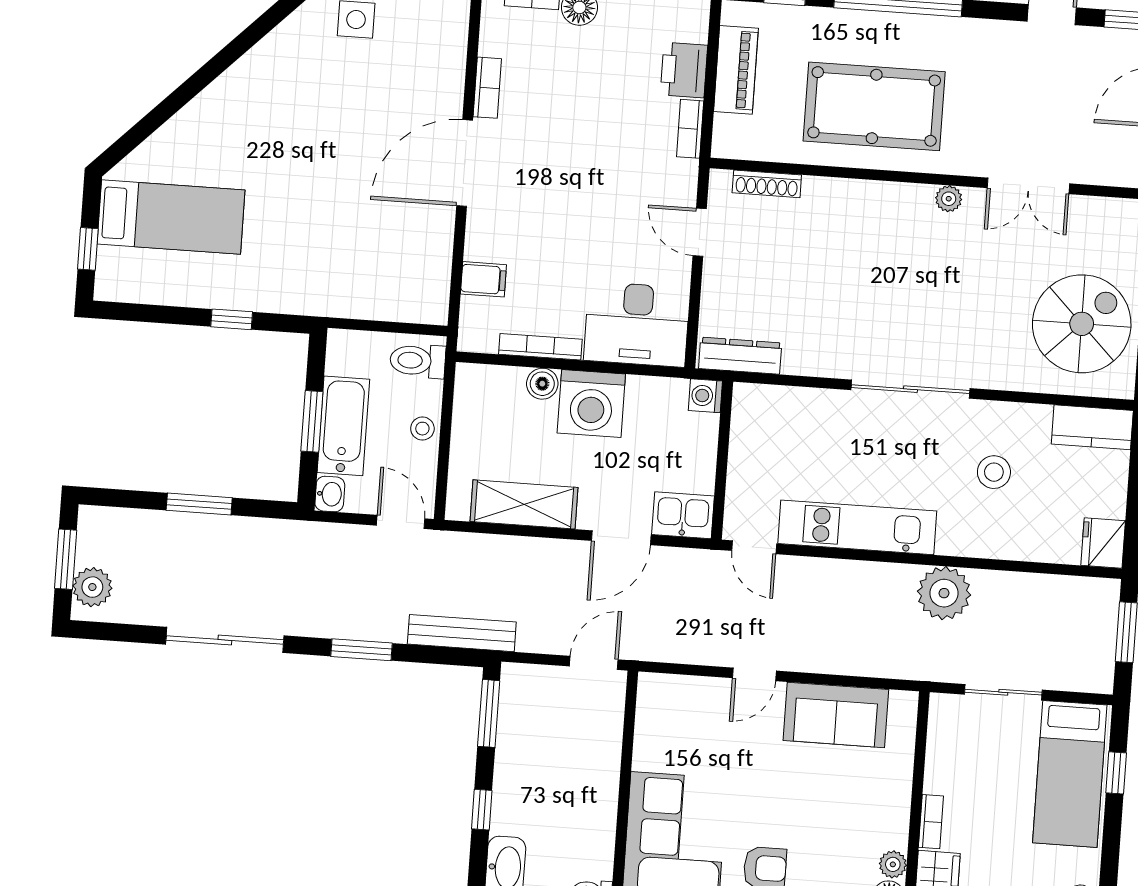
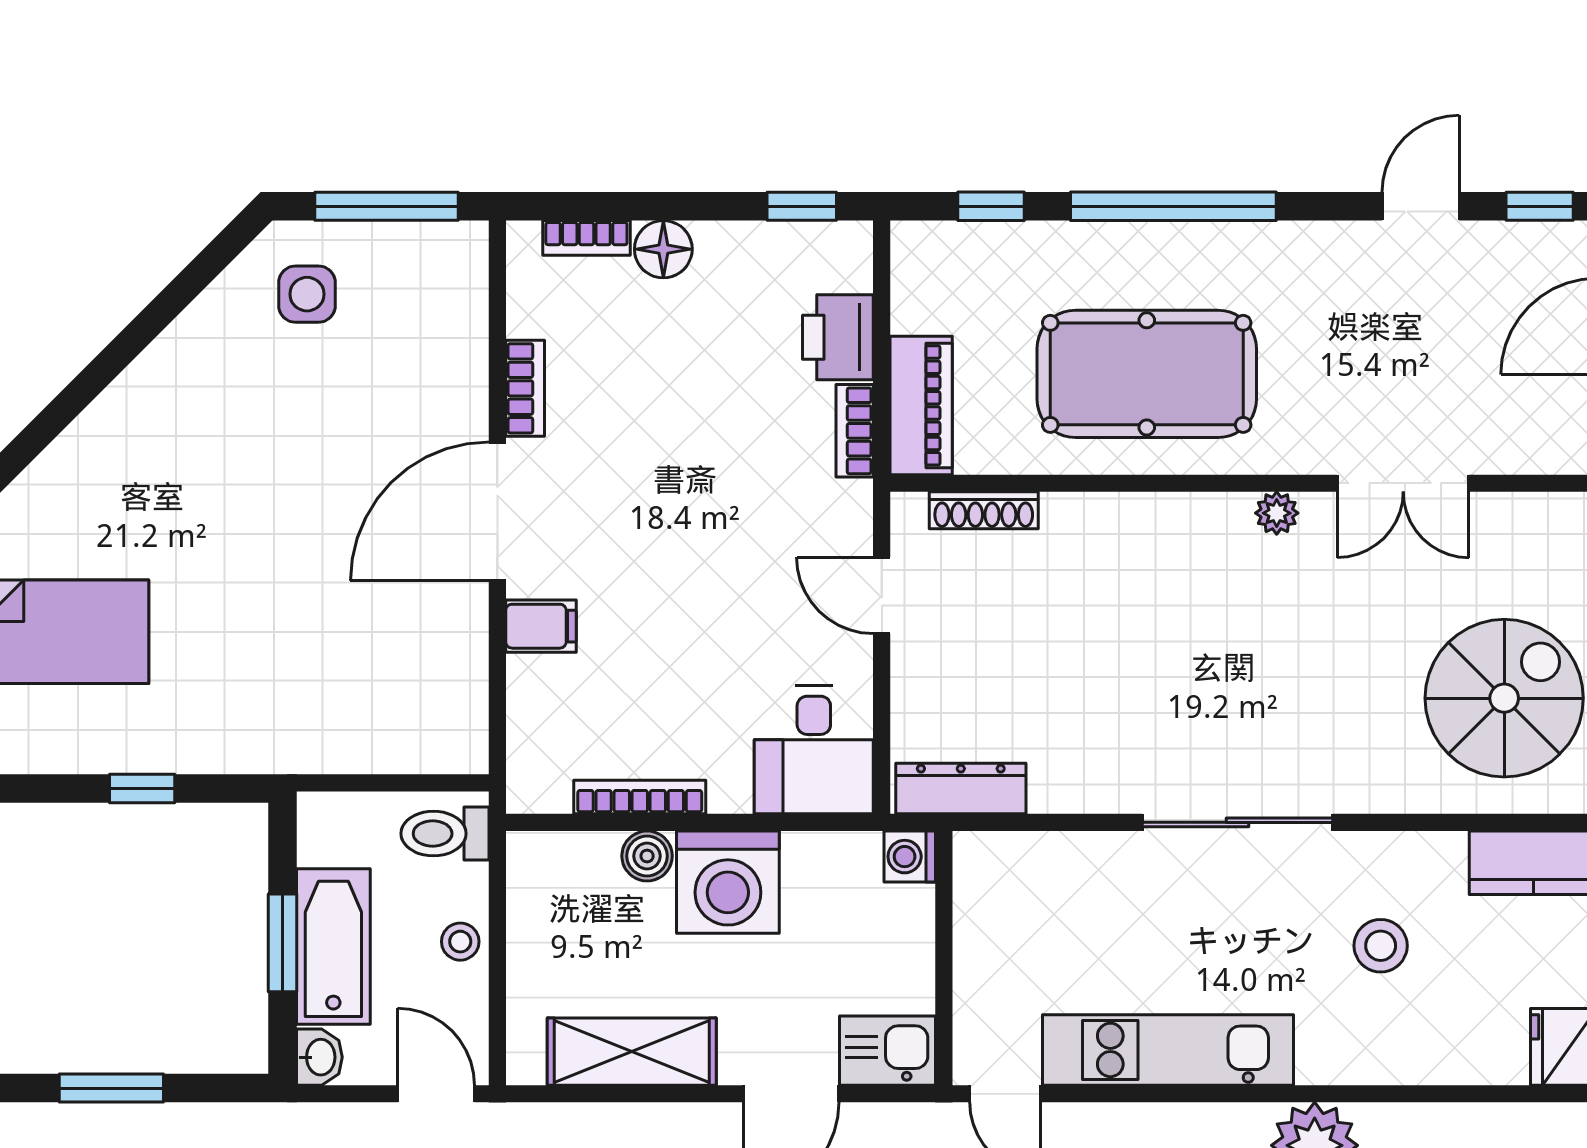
piano: (736, 70) -> (921, 405), moved
filing cabinet: (483, 279) -> (541, 626), moved
desk: (637, 324) -> (814, 750), width x0.73

